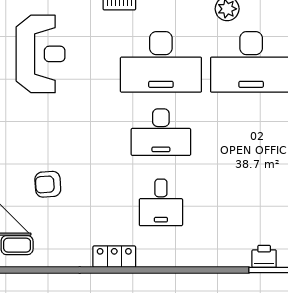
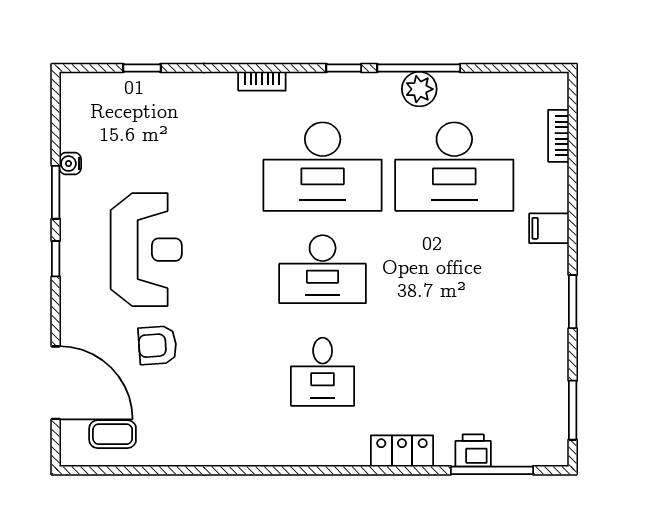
reception desk: (41, 54) -> (146, 250), moved
locker: (114, 257) -> (402, 451), moved

